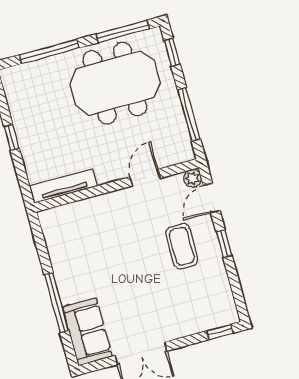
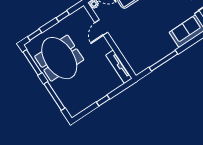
window: (189, 114) -> (63, 16), width x0.46
door: (145, 178) -> (101, 28), hinge flipped
window: (56, 302) -> (163, 61), moved

